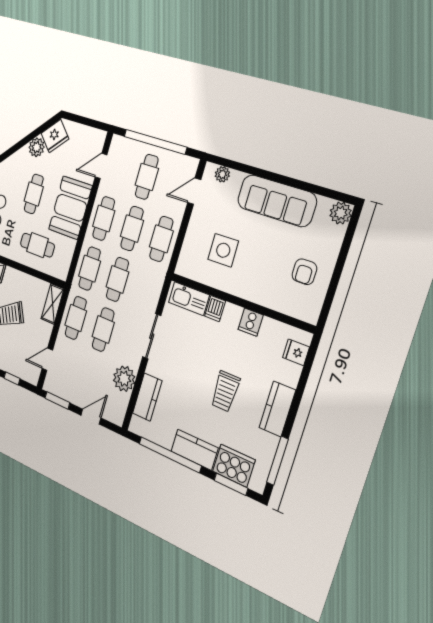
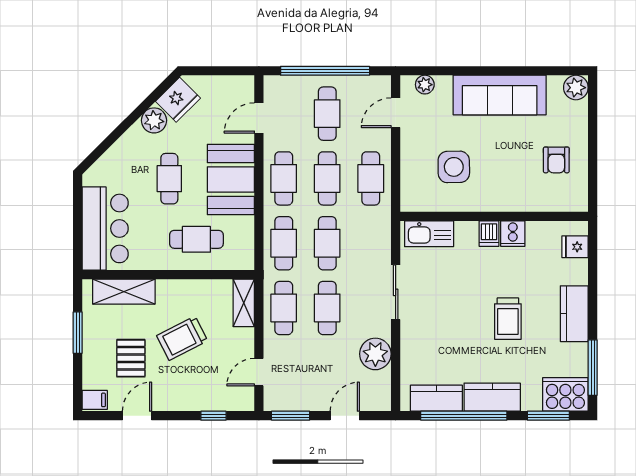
dishwasher: (215, 309) -> (489, 234), moved
kitchen counter: (147, 397) -> (436, 398), moved, turned -90
cooker: (234, 466) -> (565, 394), moved

